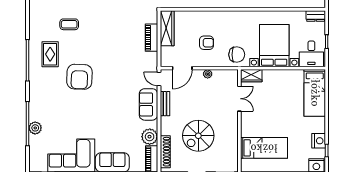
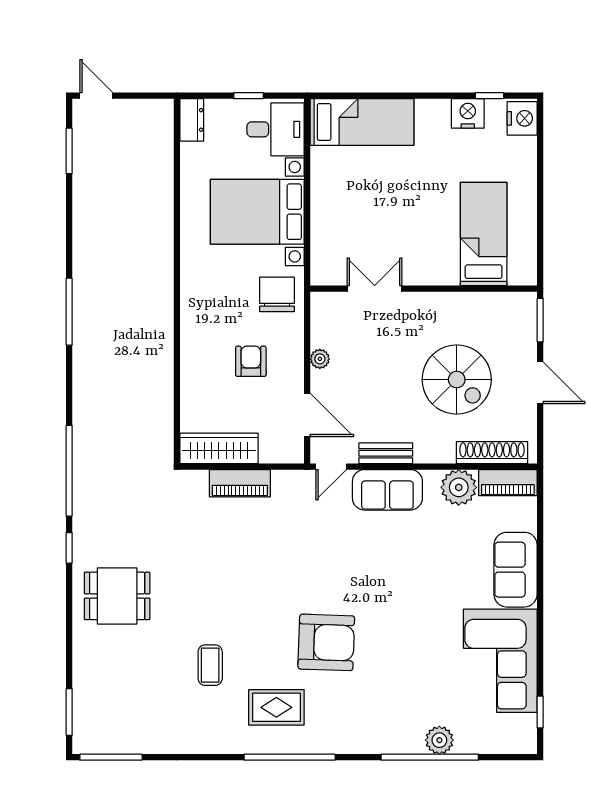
wardrobe: (251, 76) -> (324, 262), removed

